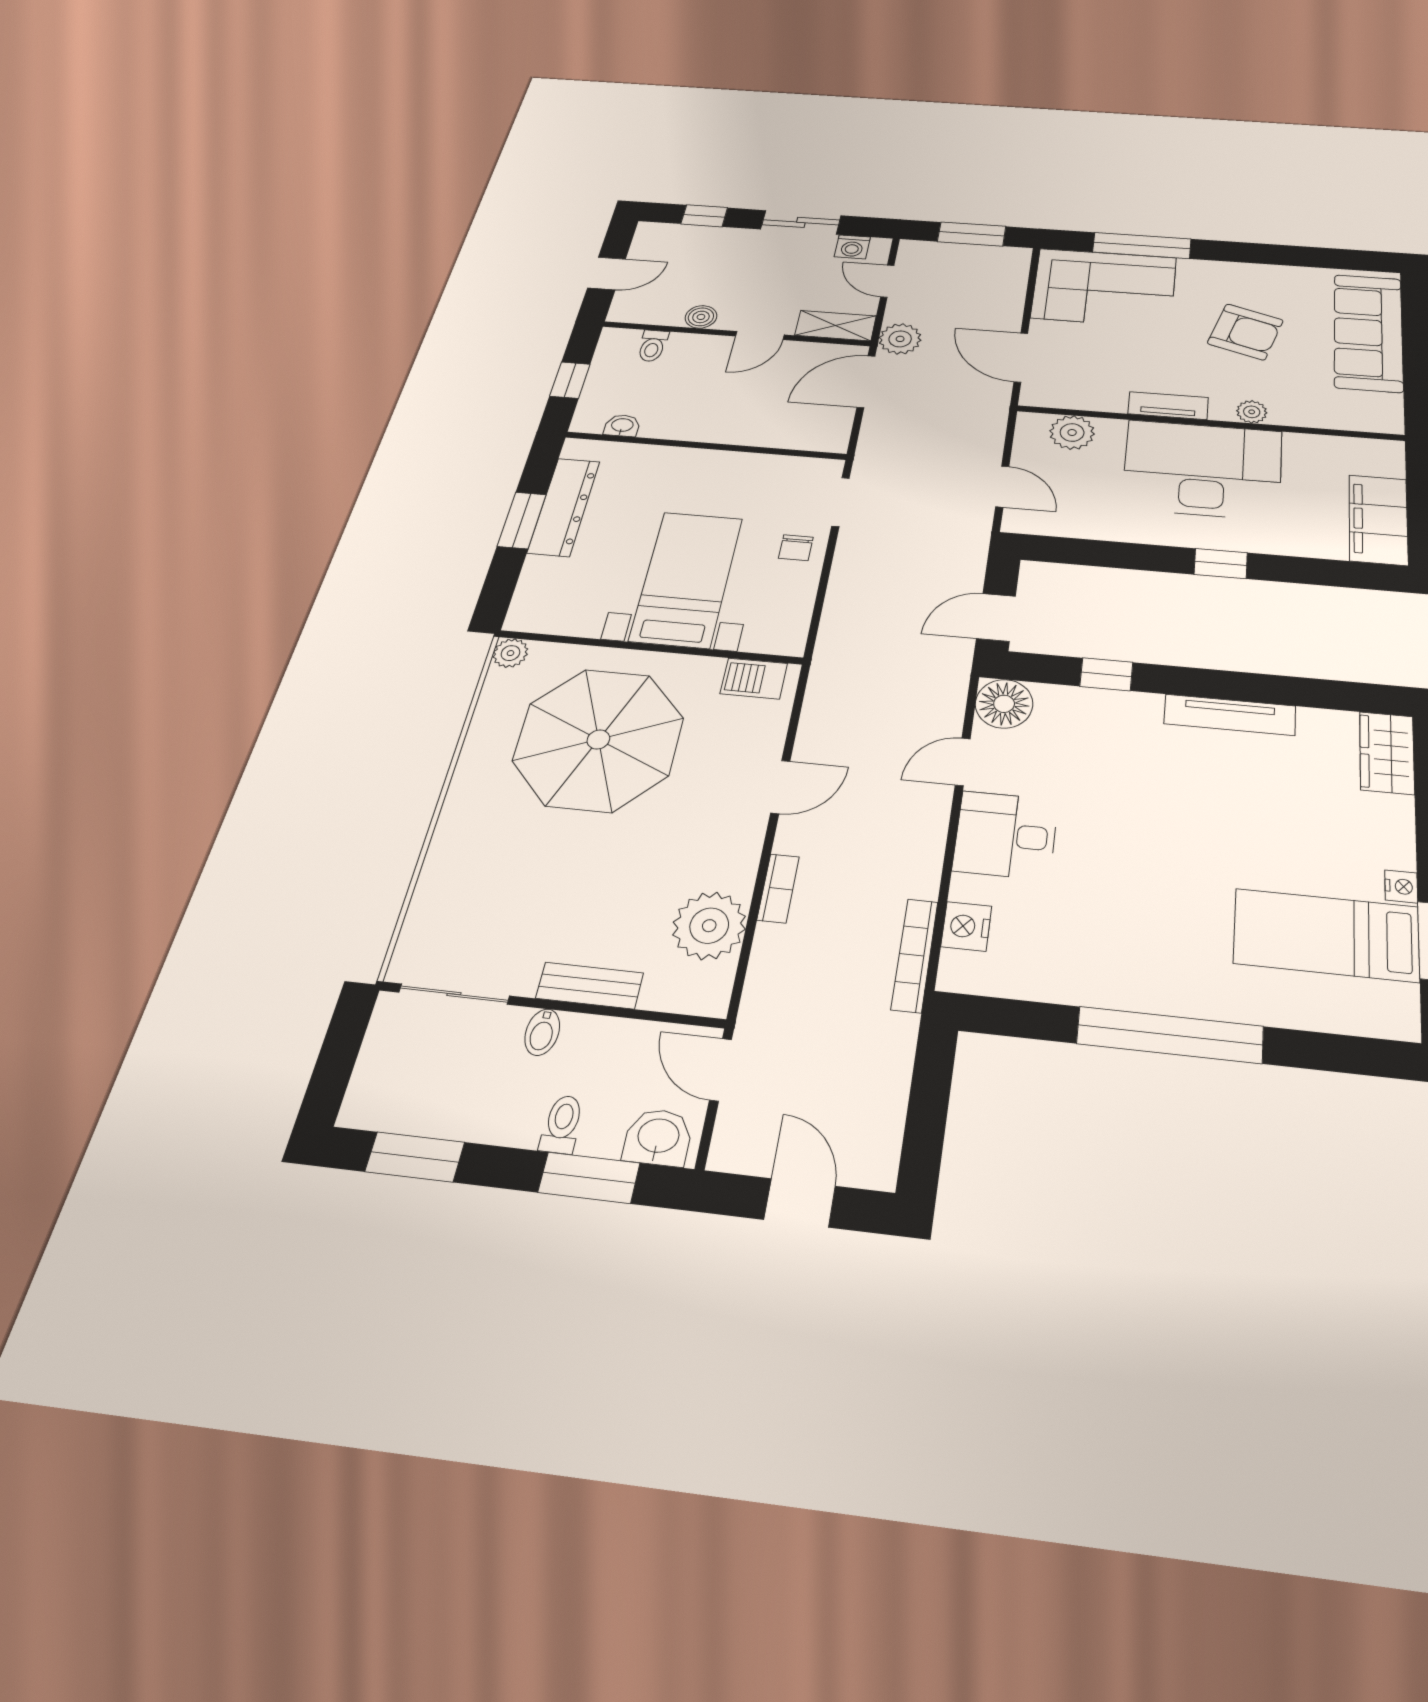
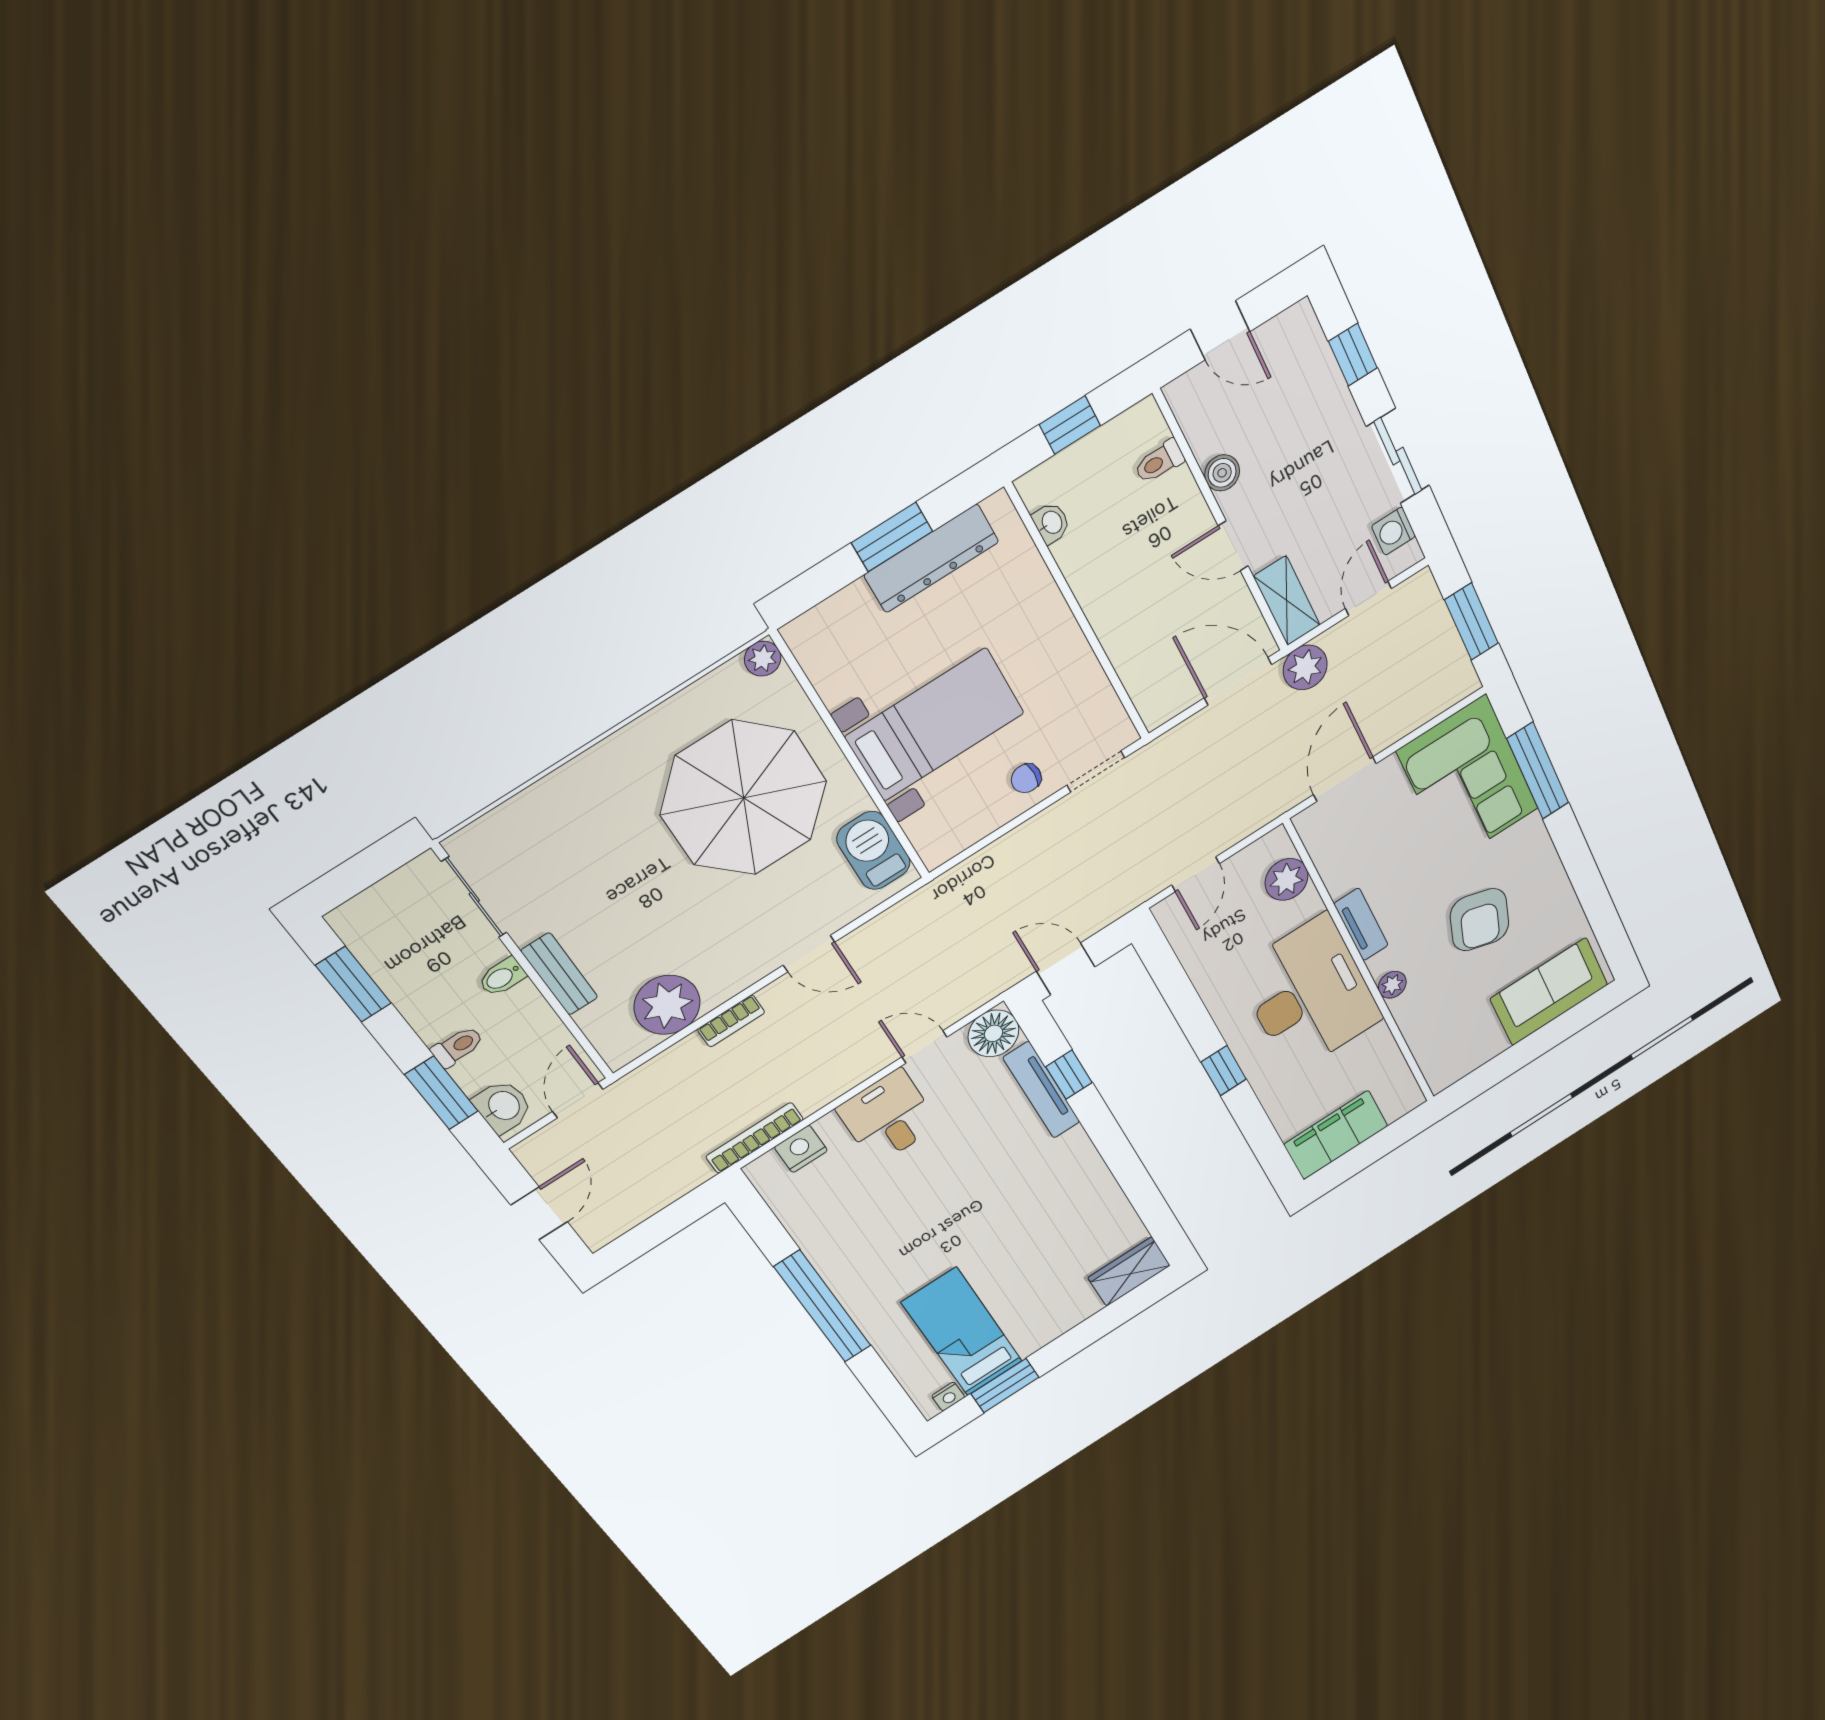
sofa: (1368, 332) -> (1549, 992), width x0.73
barbecue: (754, 679) -> (874, 851), width x1.38, depth x1.27
tv unit: (1230, 715) -> (1041, 1090), moved
nightstand: (1401, 886) -> (948, 1396), moved

